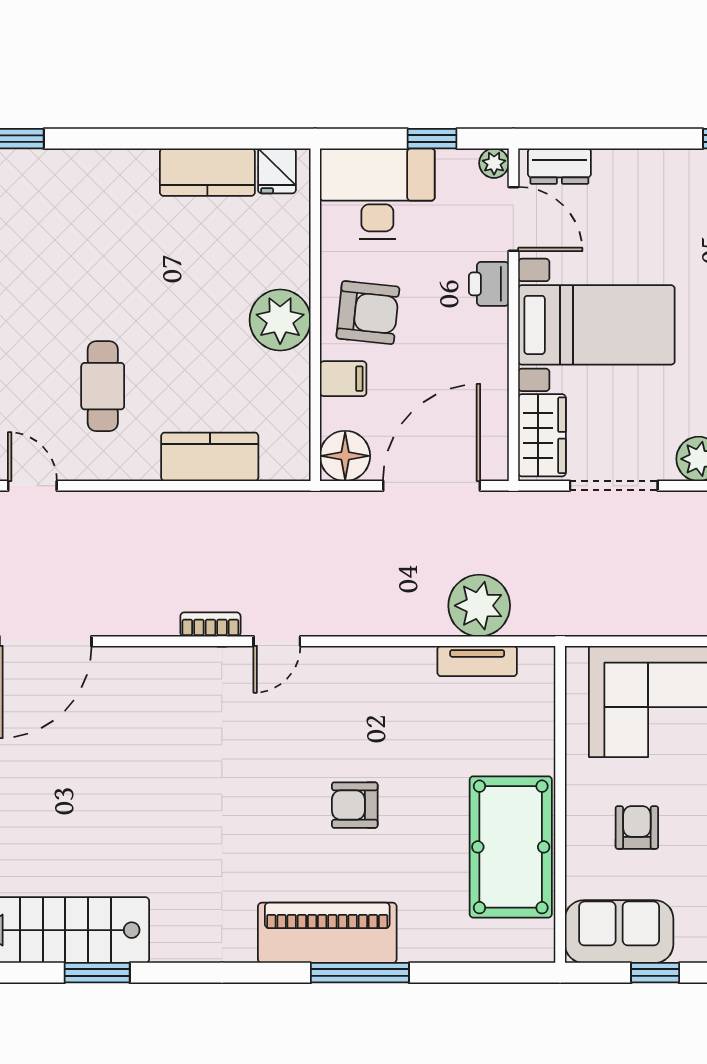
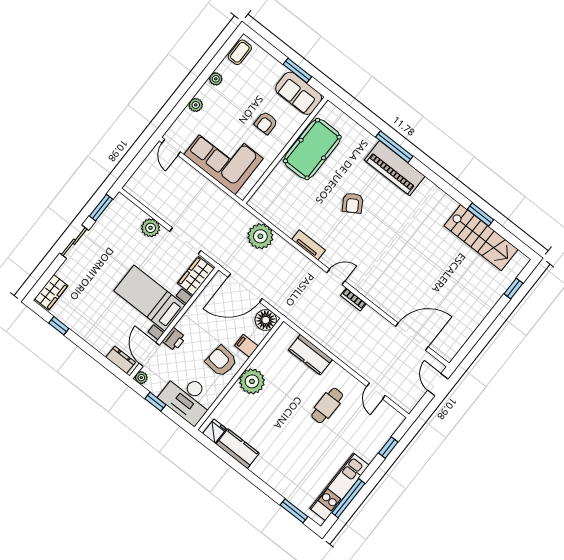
tv unit: (477, 661) -> (309, 245), moved
armchair: (355, 805) -> (353, 203), turned 59
window: (655, 973) -> (297, 70), width x1.50

